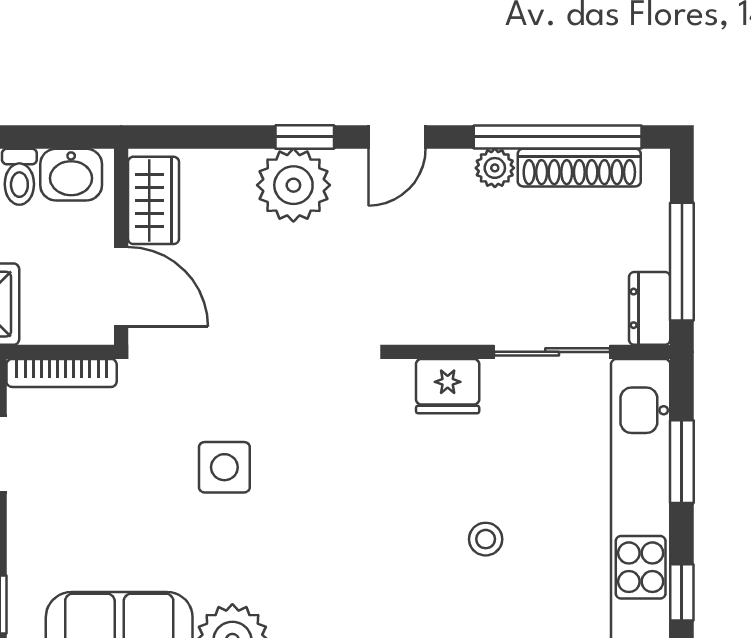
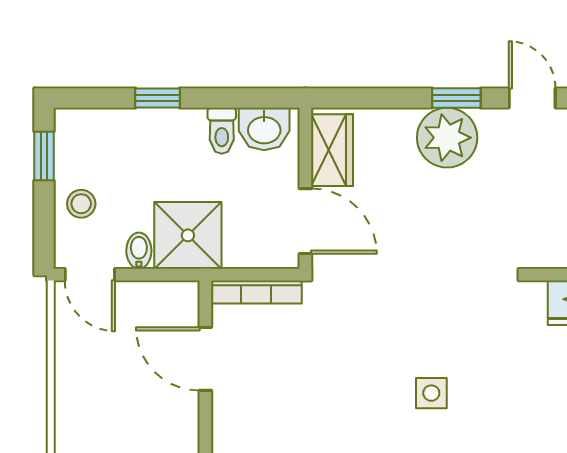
door: (397, 137) -> (532, 98), swing flipped
side table: (224, 467) -> (431, 393), moved, width x0.73, depth x0.73

